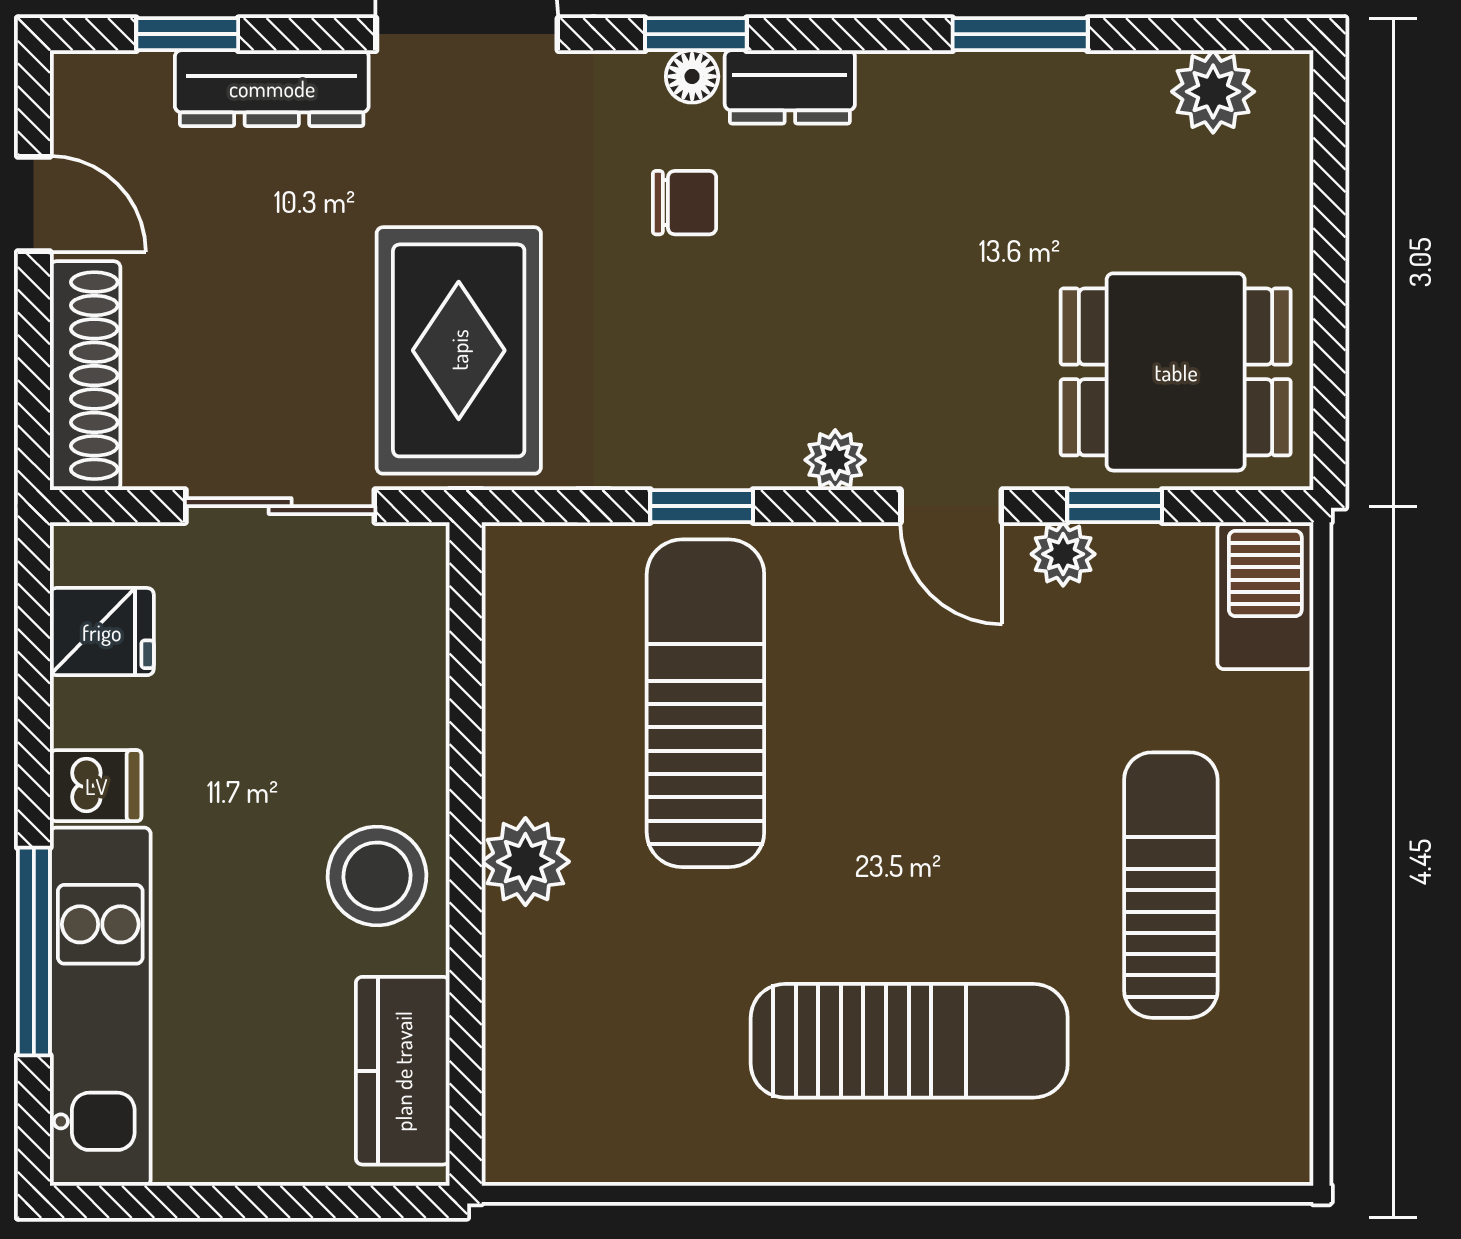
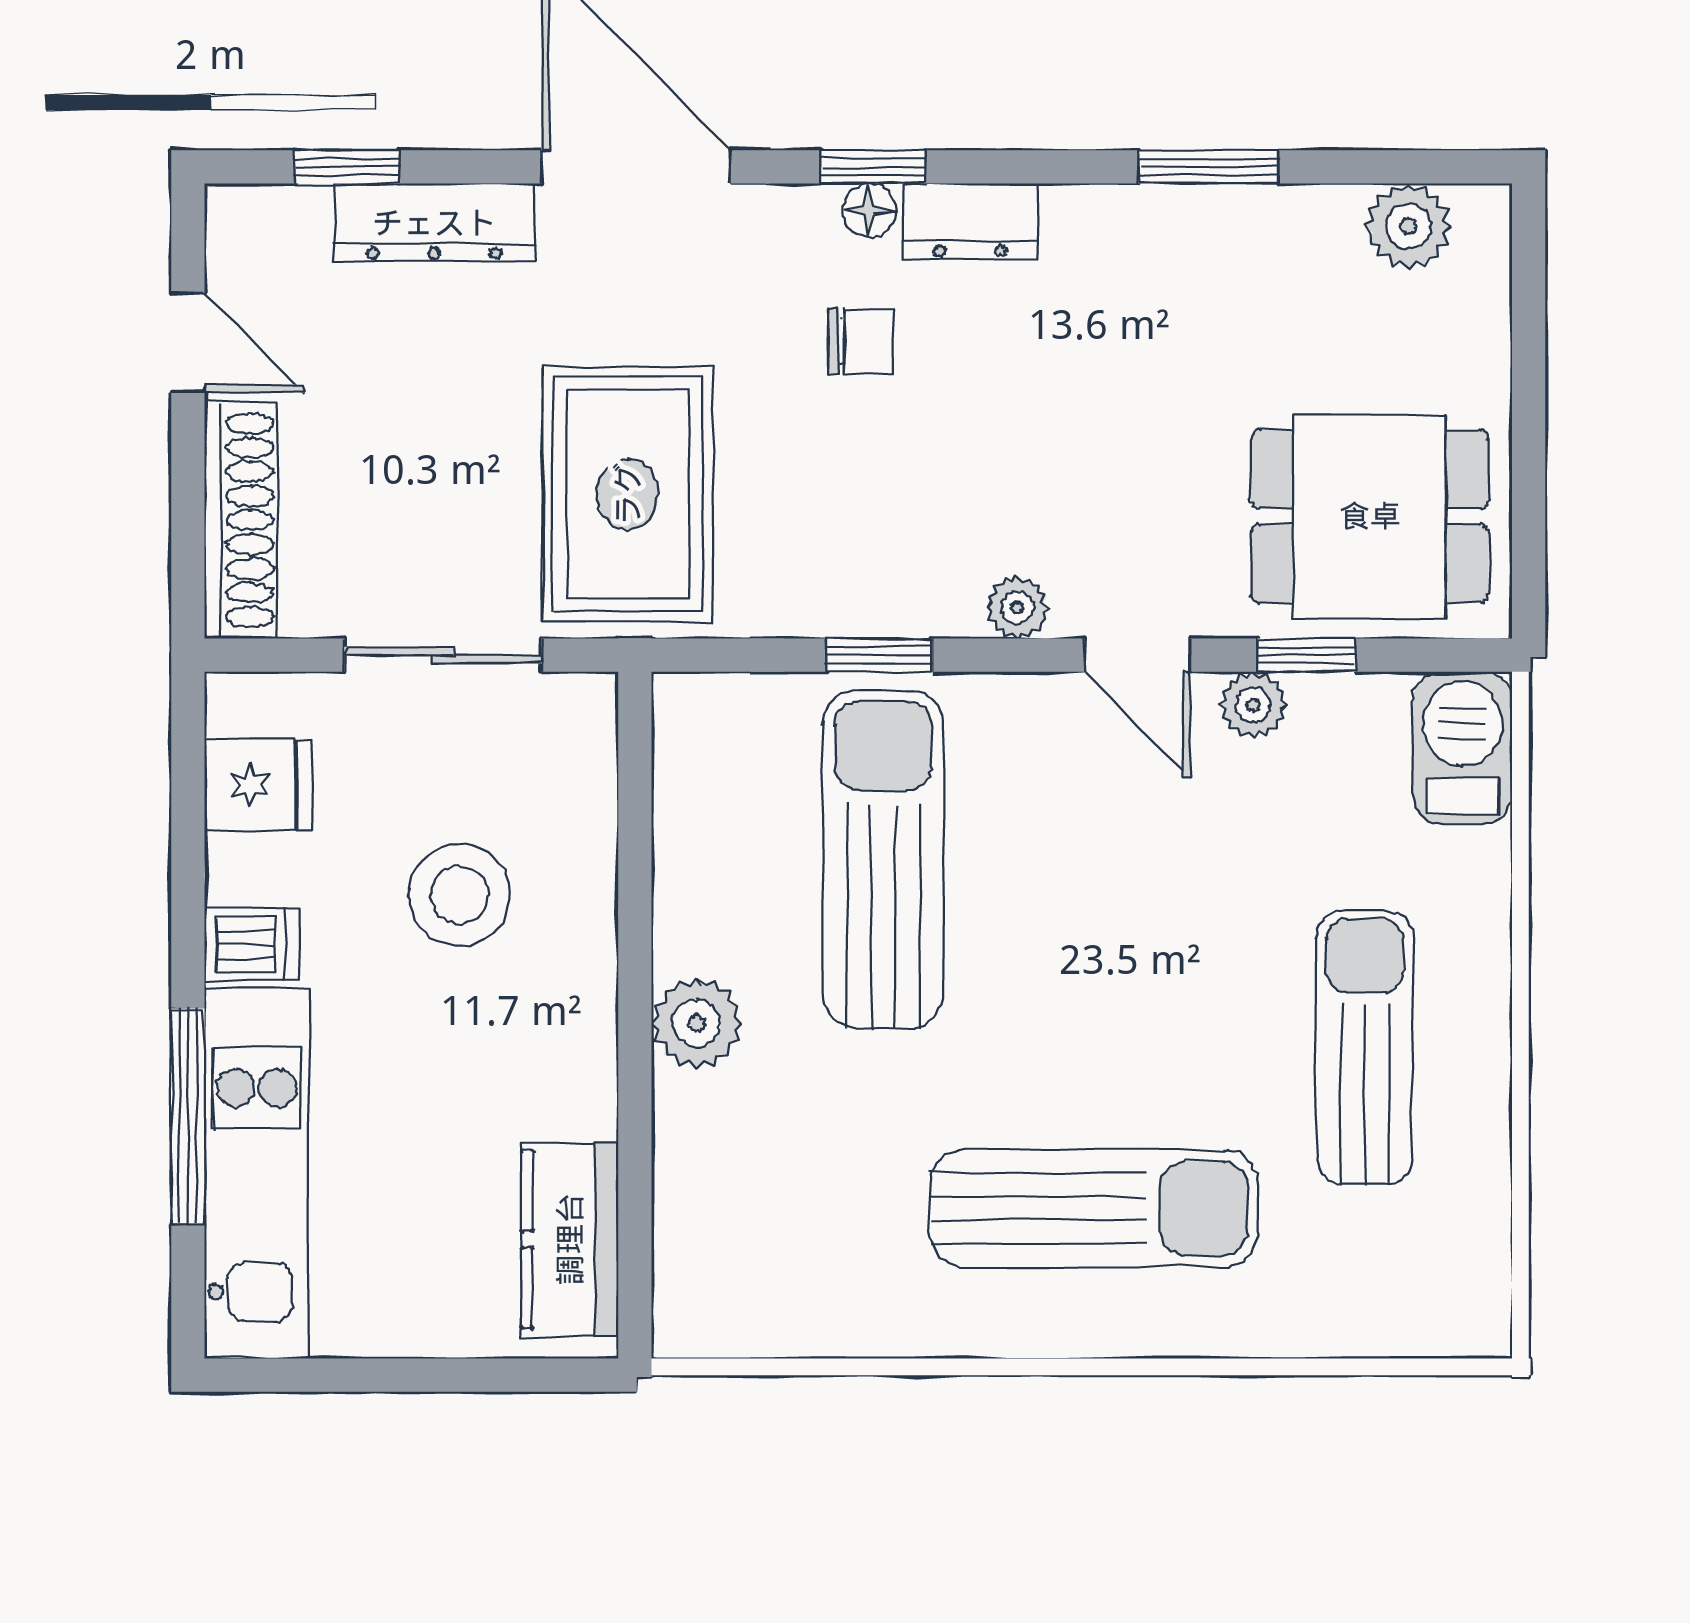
stool: (377, 876) -> (459, 895), moved

